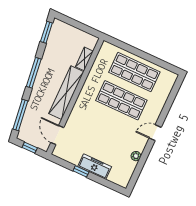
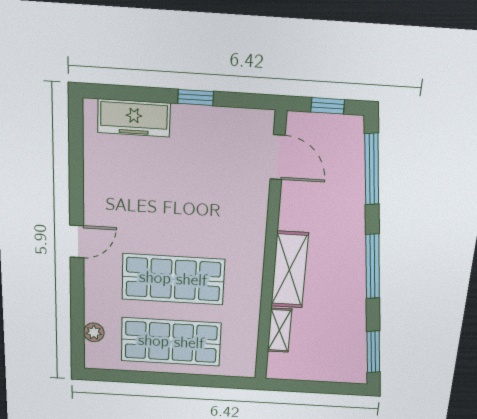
shelving: (66, 93) -> (290, 270), width x0.68
plant: (136, 156) -> (94, 332), moved
freezer: (95, 167) -> (134, 118), moved

